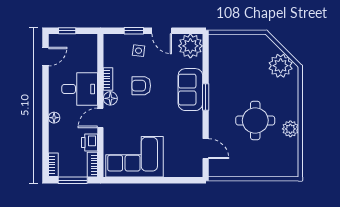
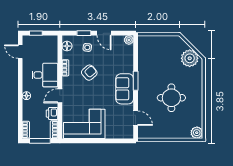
plant: (190, 46) -> (129, 40), width x0.53, depth x0.53
door: (45, 57) -> (20, 52), swing flipped
armchair: (141, 86) -> (89, 73), turned 139
sofa: (190, 90) -> (125, 89), moved
floor lamp: (110, 98) -> (67, 46), moved
plant: (290, 129) -> (197, 133), moved

